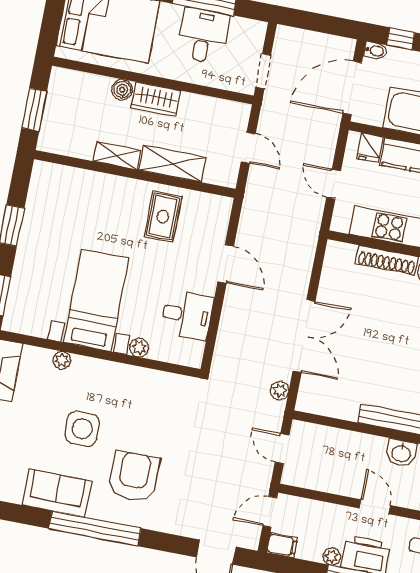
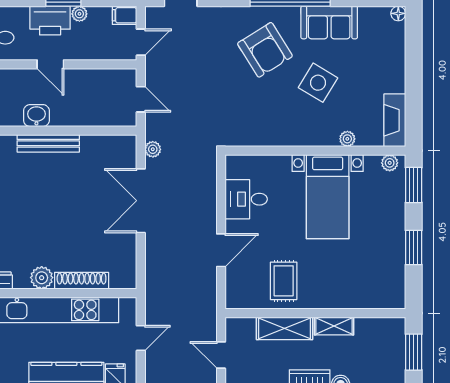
door: (334, 184) -> (141, 338), hinge flipped
door: (226, 264) -> (221, 250), swing flipped
plant: (139, 348) -> (390, 163), moved
side table: (82, 429) -> (318, 83), turned 31
armchair: (134, 477) -> (265, 50), turned -32

